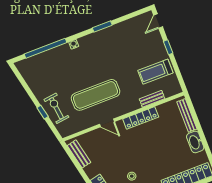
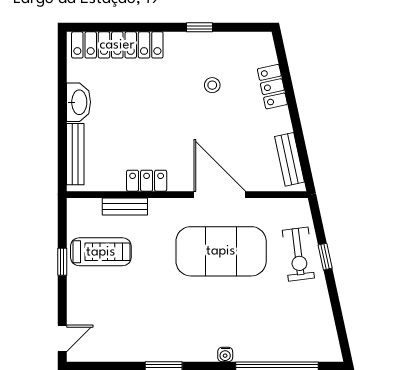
window: (168, 47) -> (62, 262), moved
exercise mat: (96, 95) -> (221, 251), width x1.47
locker: (141, 118) -> (147, 181), width x0.66
door: (107, 123) -> (220, 195), width x1.87

